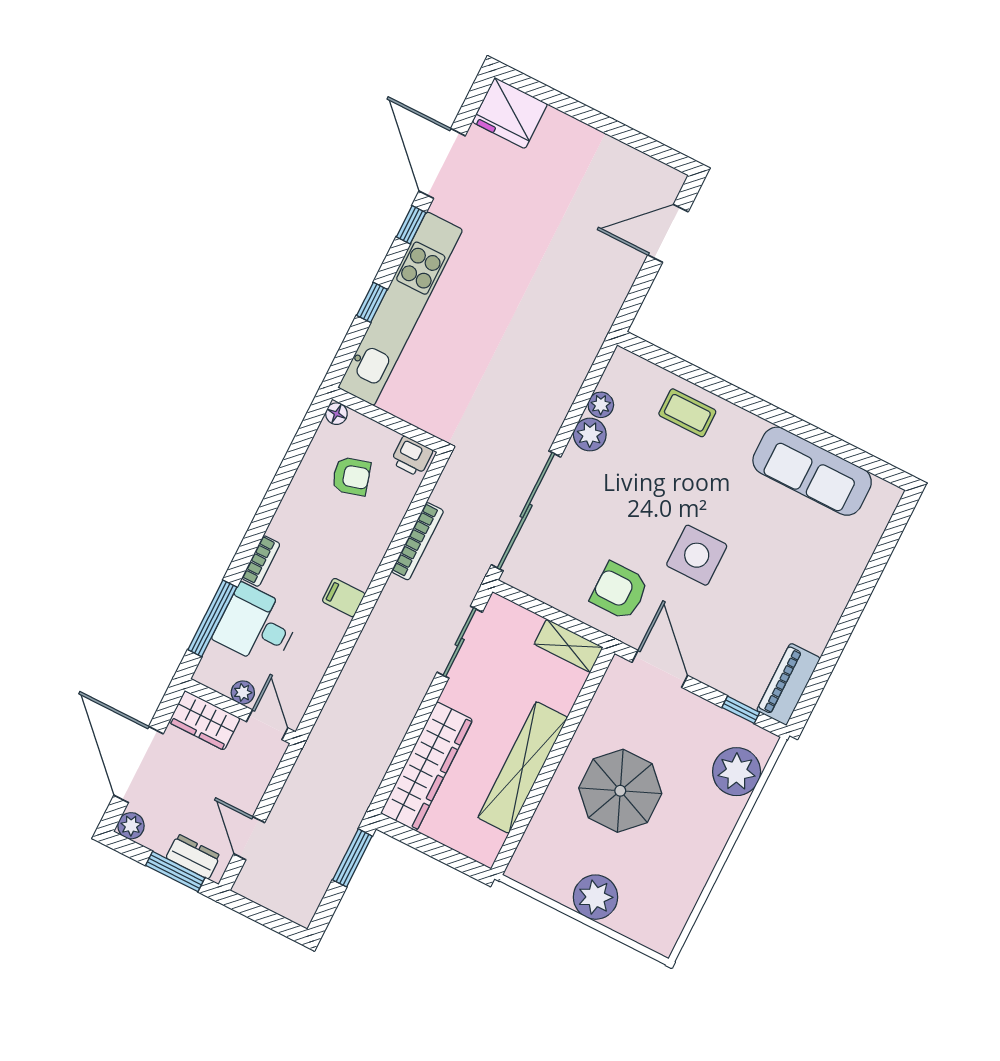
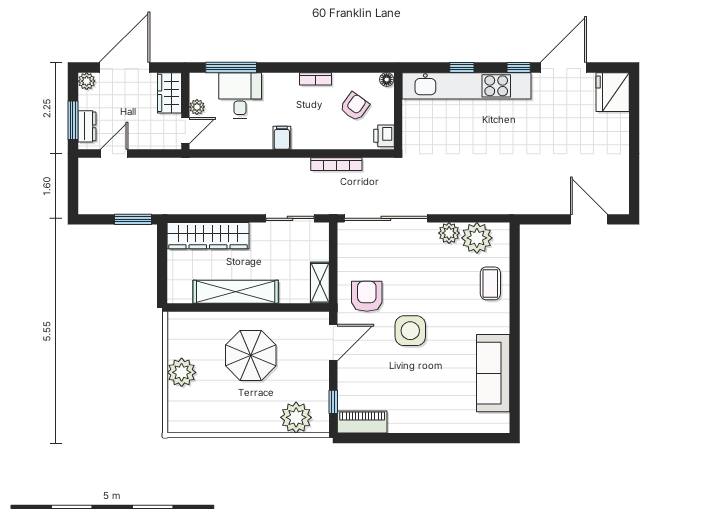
plant: (601, 405) -> (477, 238), width x1.88, depth x1.88
armchair: (351, 476) -> (355, 107), turned -128
bookcase: (261, 561) -> (315, 79), moved

